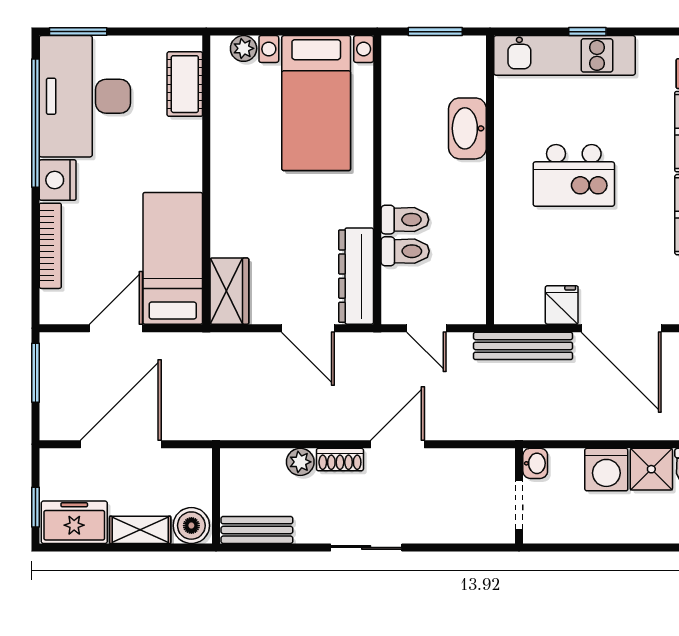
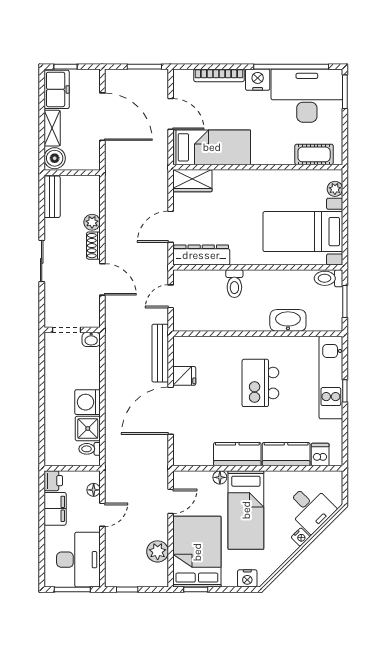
toilet: (405, 251) -> (328, 278), moved, turned 90
washbasin: (535, 463) -> (91, 339), moved
wall: (519, 496) -> (72, 330), moved
doorway: (519, 505) -> (66, 330), moved

